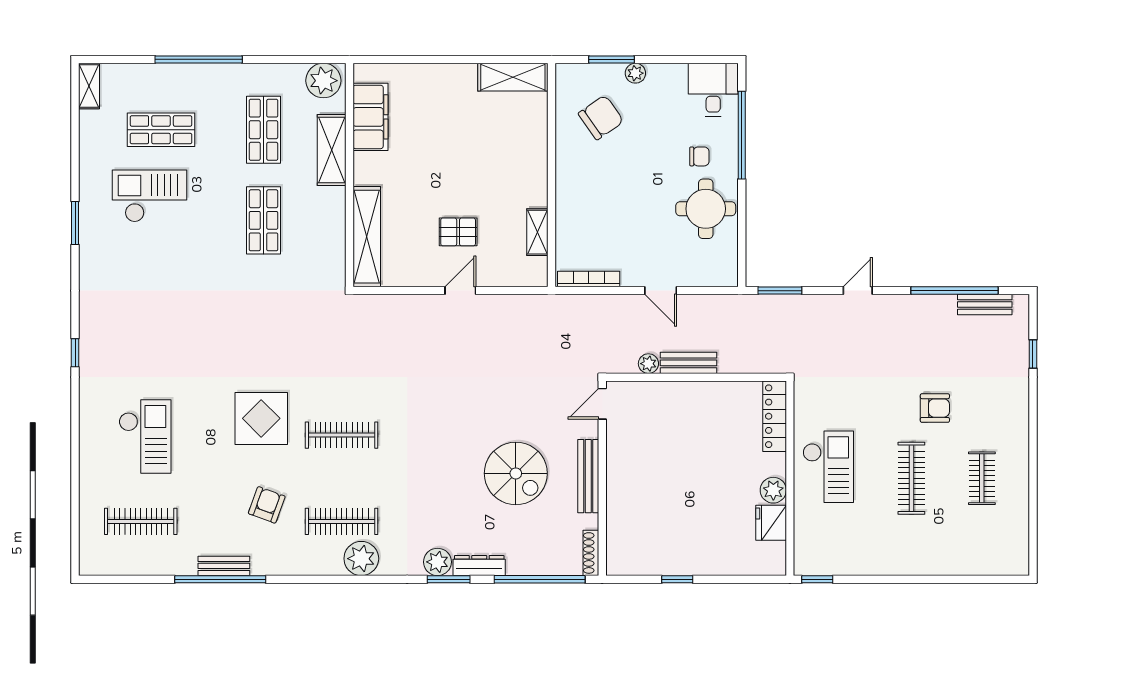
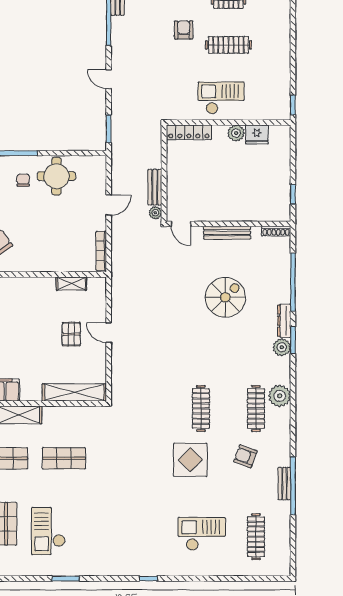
door: (602, 404) -> (181, 224), moved
bench: (588, 476) -> (227, 233), moved
wall: (602, 478) -> (228, 224), moved
shoe rack: (591, 553) -> (276, 231), moved

